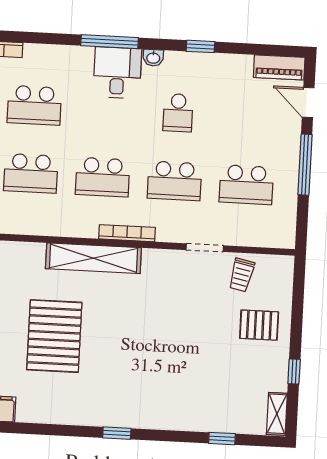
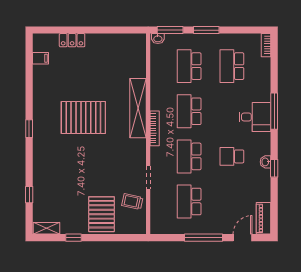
washbasin: (153, 58) -> (266, 162), moved
pallet: (259, 325) -> (101, 214), width x1.50, depth x1.42
pallet: (54, 336) -> (83, 118), moved

